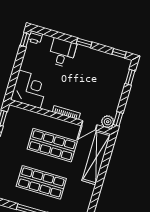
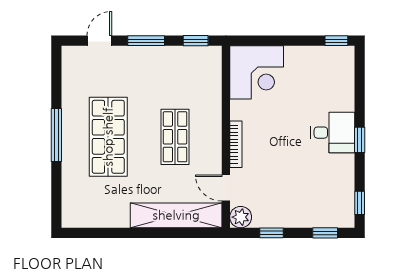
printer: (35, 37) -> (345, 56), removed
desk: (62, 53) -> (333, 133), moved
window: (118, 119) -> (272, 233), moved
shop shelf: (52, 145) -> (175, 137), width x0.70, depth x0.74

